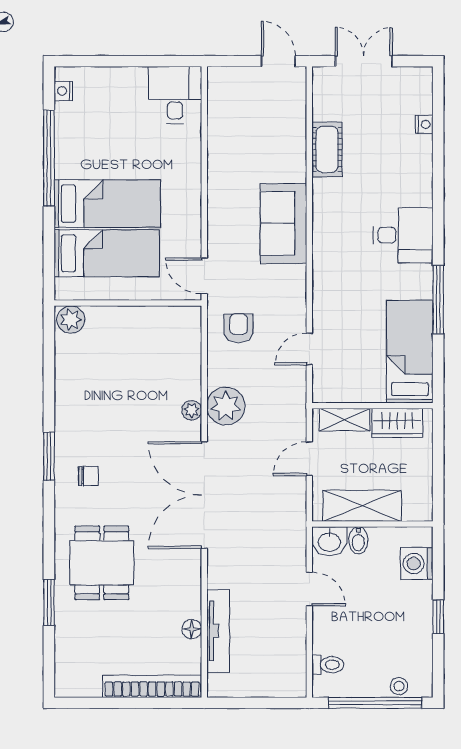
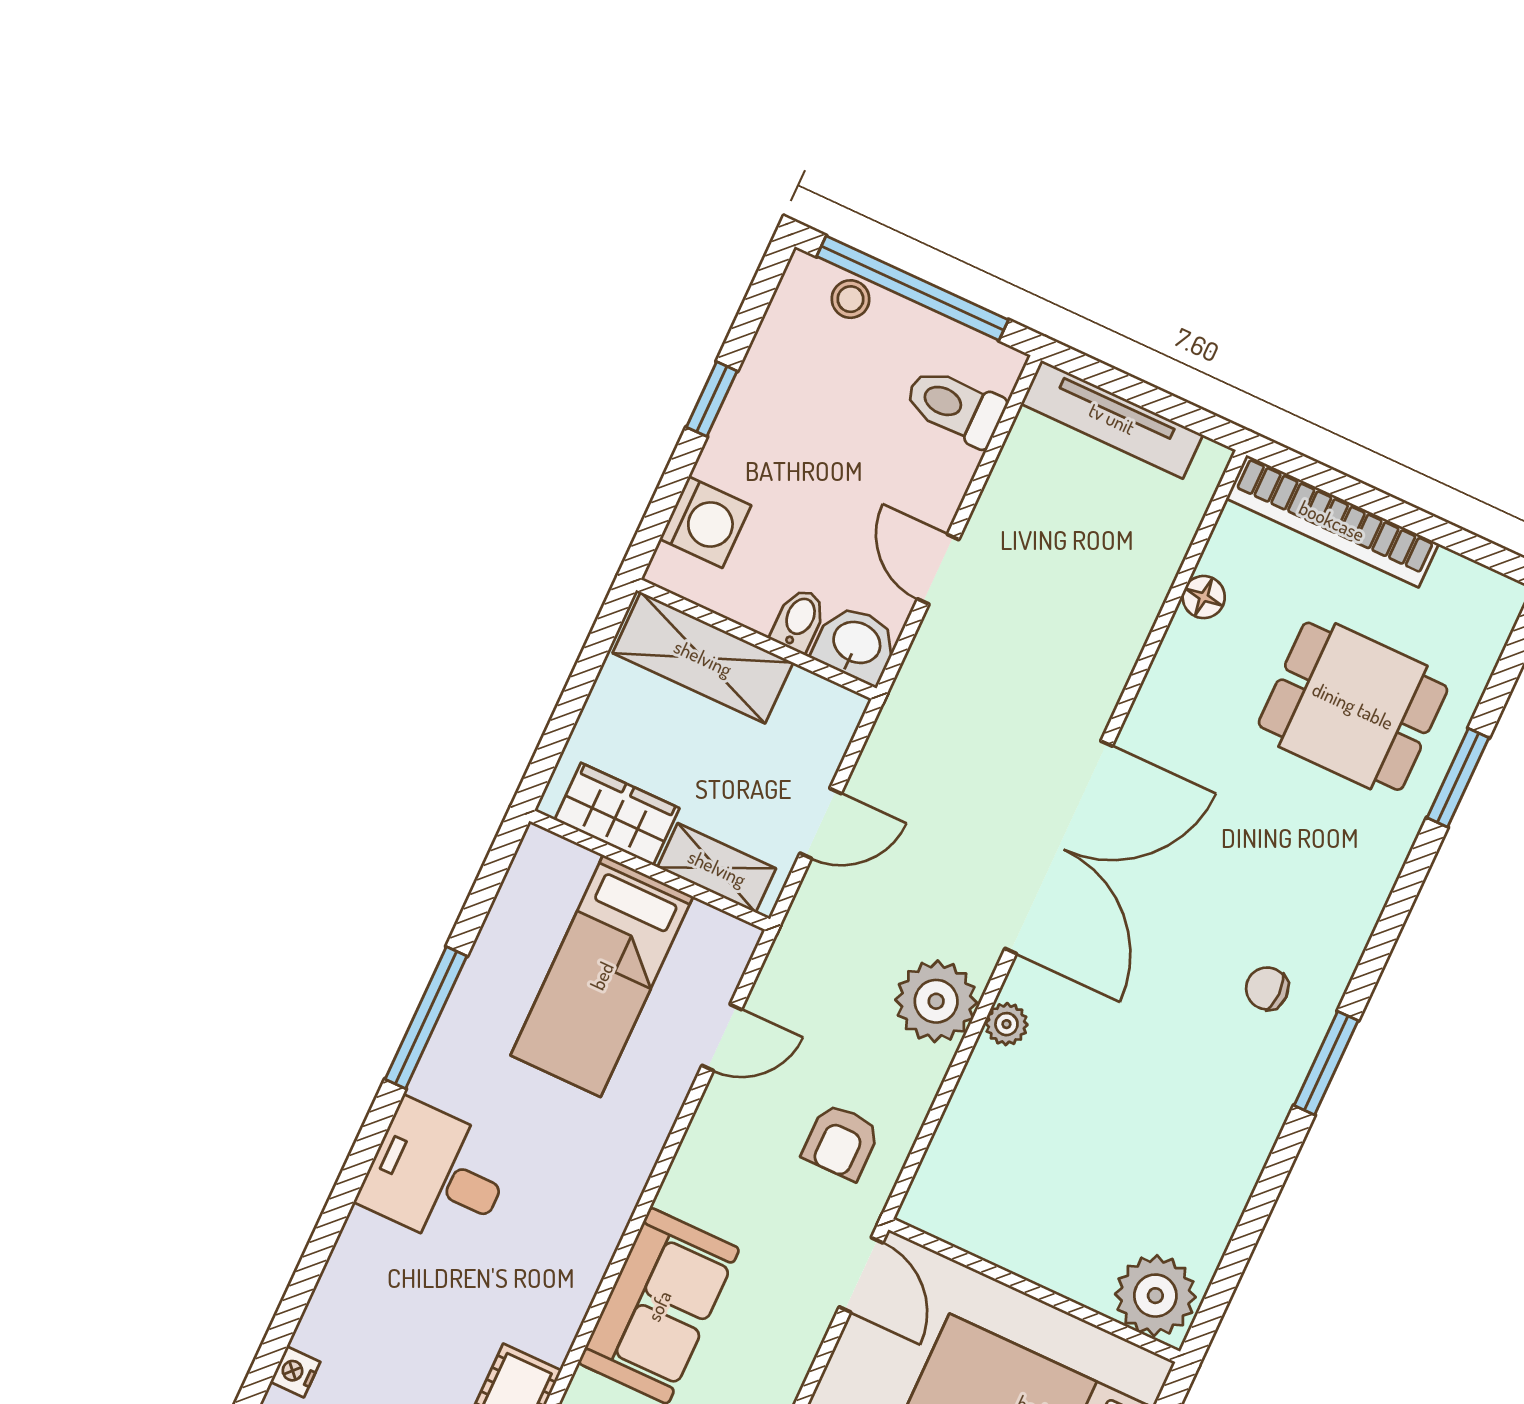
plant: (71, 320) -> (1155, 1296), width x1.36, depth x1.36
bed: (410, 352) -> (602, 976), moved
shelving: (362, 506) -> (703, 658), moved
dining table: (102, 563) -> (1353, 706), moved, turned 90
tv unit: (218, 631) -> (1112, 419), moved, turned -90
toilet: (328, 665) -> (955, 407), width x1.37, depth x1.39

